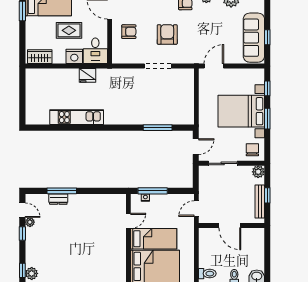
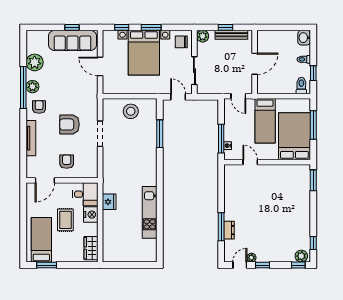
door: (214, 66) -> (100, 66), moved
stool: (181, 98) -> (131, 111), added
bed: (154, 239) -> (265, 121), moved, turned 180

